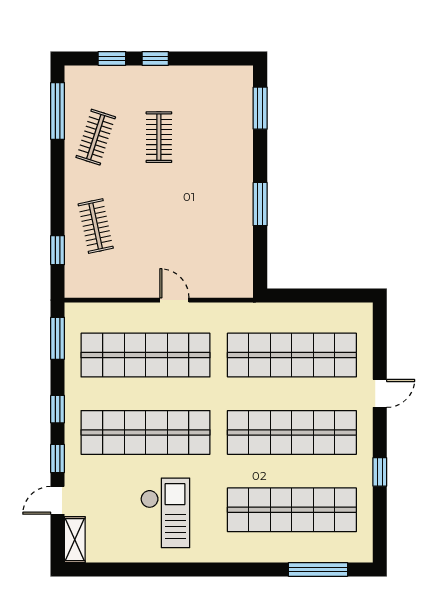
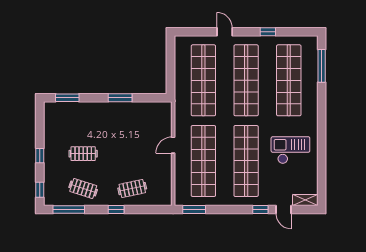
window: (112, 58) -> (40, 190), moved
window: (58, 250) -> (116, 210), moved
window: (58, 409) -> (233, 210), removed

